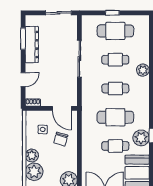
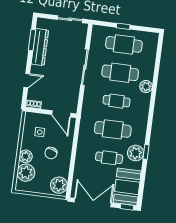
cafe table: (115, 60) -> (120, 73), width x1.37, depth x1.35
chair: (61, 139) -> (51, 153), moved

